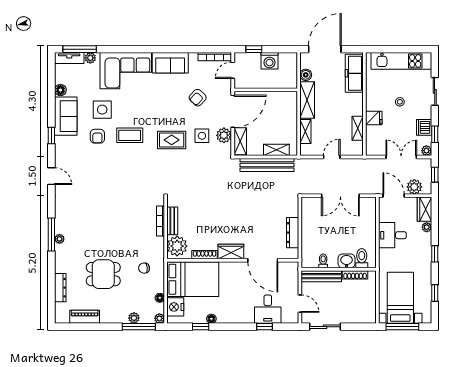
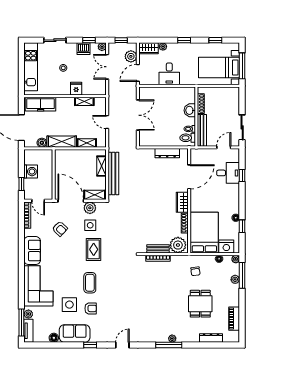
toilet: (362, 258) -> (188, 138), moved

